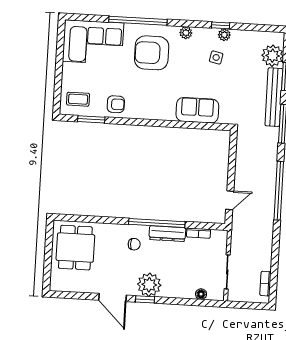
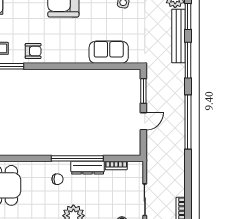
window: (232, 154) -> (143, 91), added
door: (230, 200) -> (143, 121), moved

